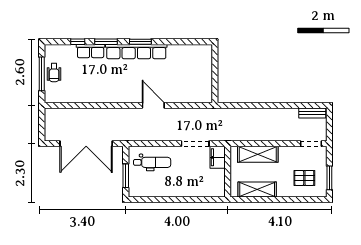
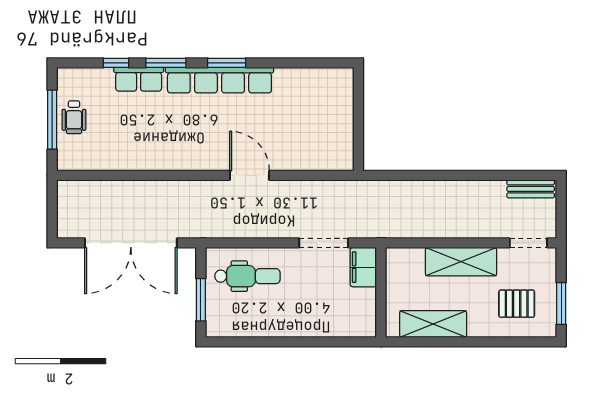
shelving: (258, 154) -> (461, 262), moved

